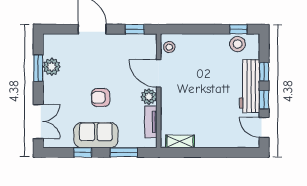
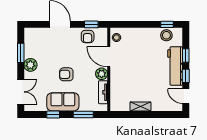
armchair: (130, 46) -> (88, 37), added
plant: (52, 67) -> (30, 65), moved
shelving: (180, 141) -> (140, 106), moved

